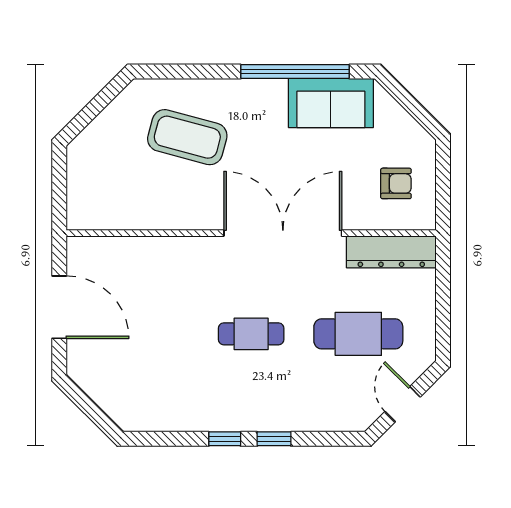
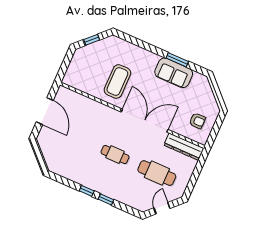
window: (295, 72) -> (177, 60), width x0.47
sofa: (331, 103) -> (174, 73), moved
window: (92, 110) -> (92, 40), added
coffee table: (187, 137) -> (117, 81), moved, turned 75

